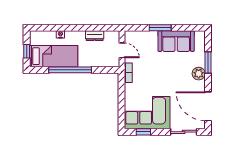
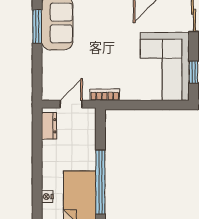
window: (160, 28) -> (37, 26), moved
dresser: (95, 36) -> (49, 126), moved

